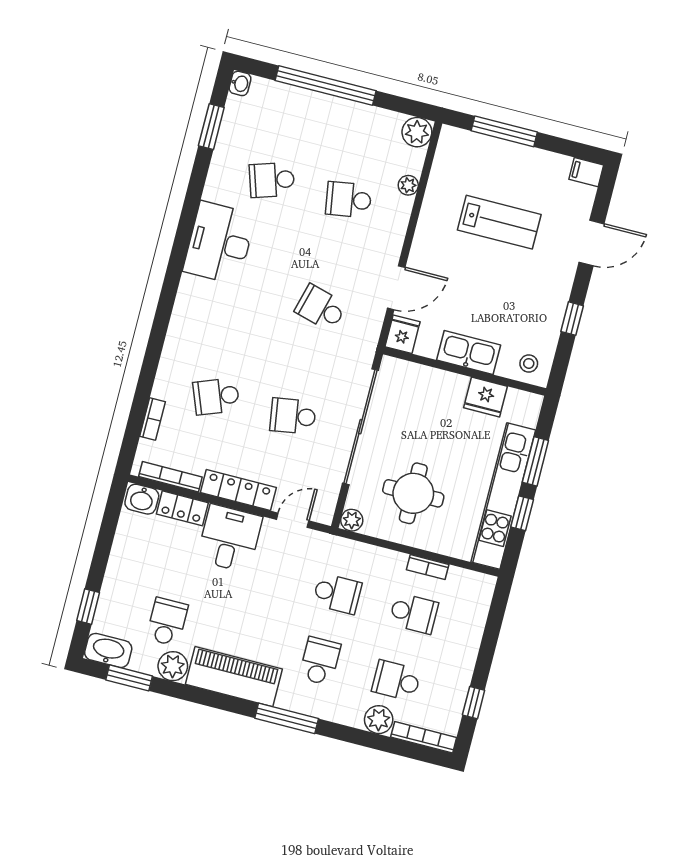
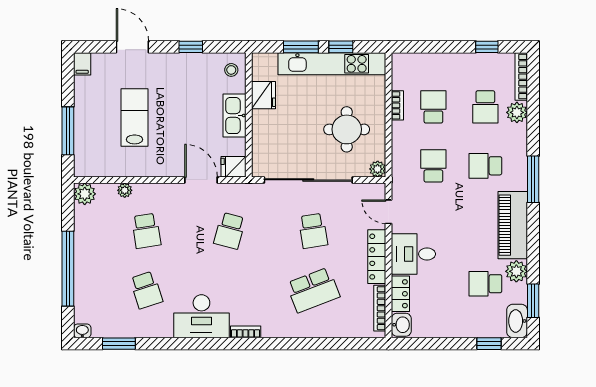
school desk: (216, 396) -> (313, 290), width x1.85
bookcase: (153, 419) -> (246, 332), moved

